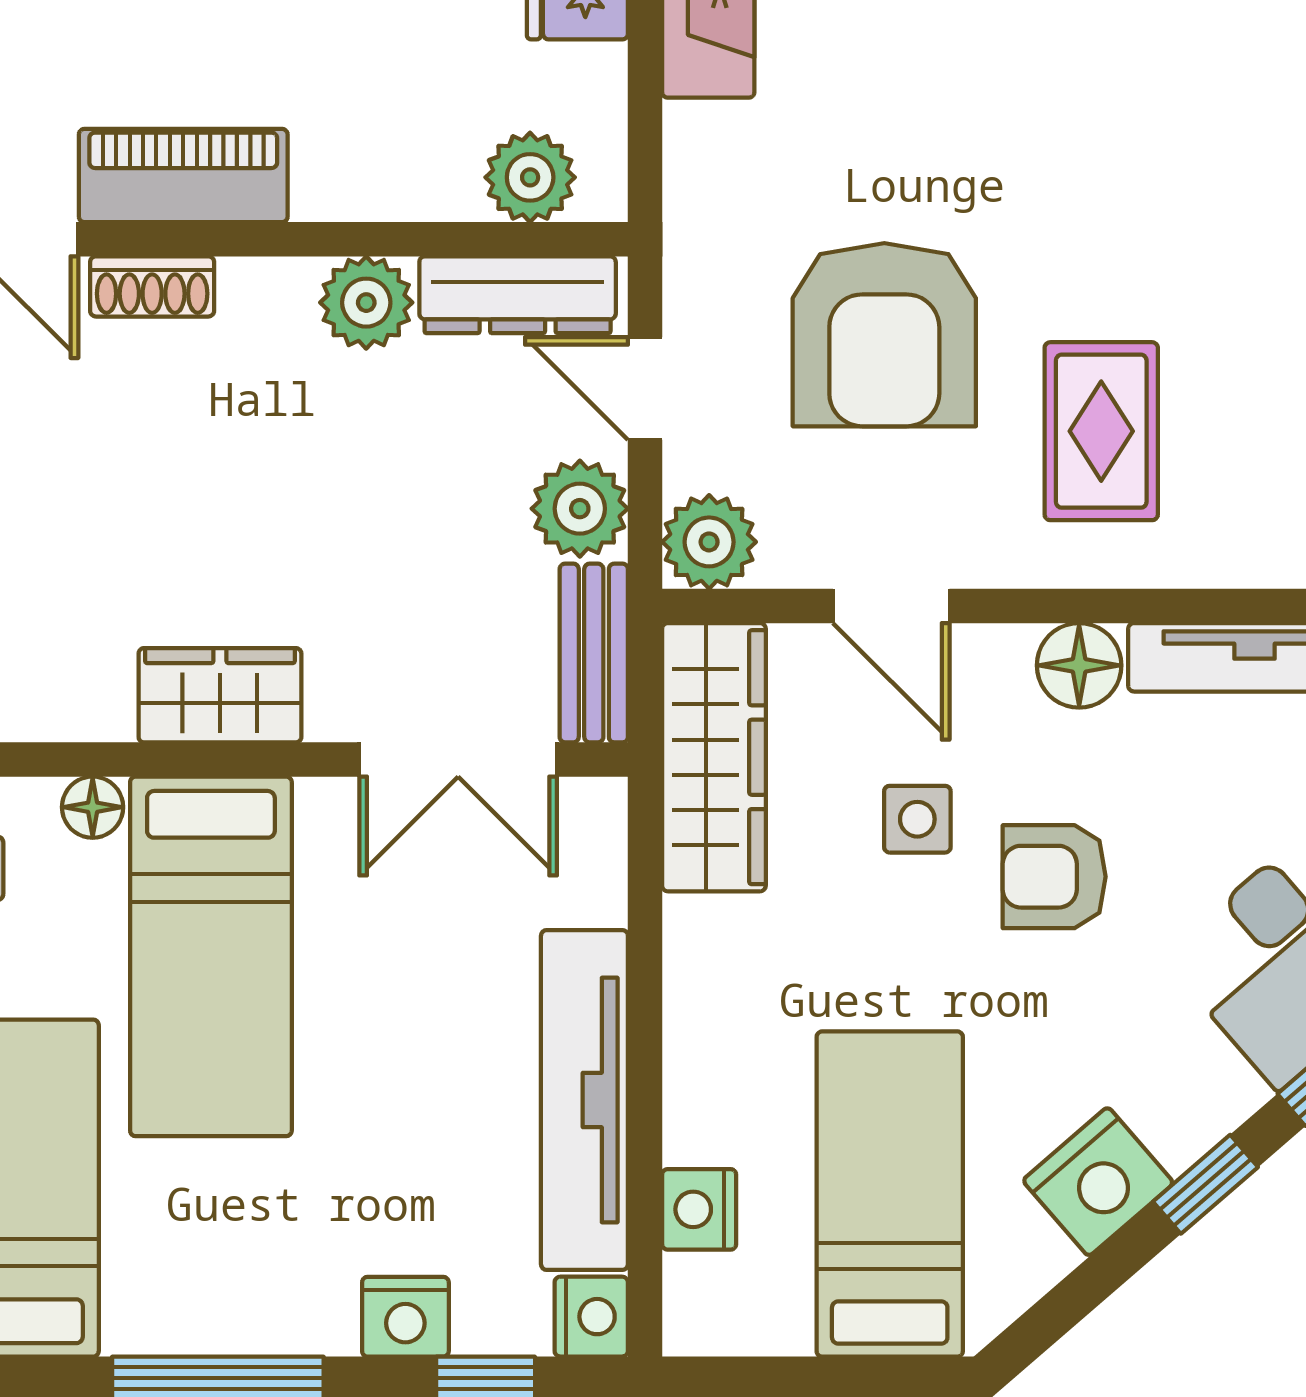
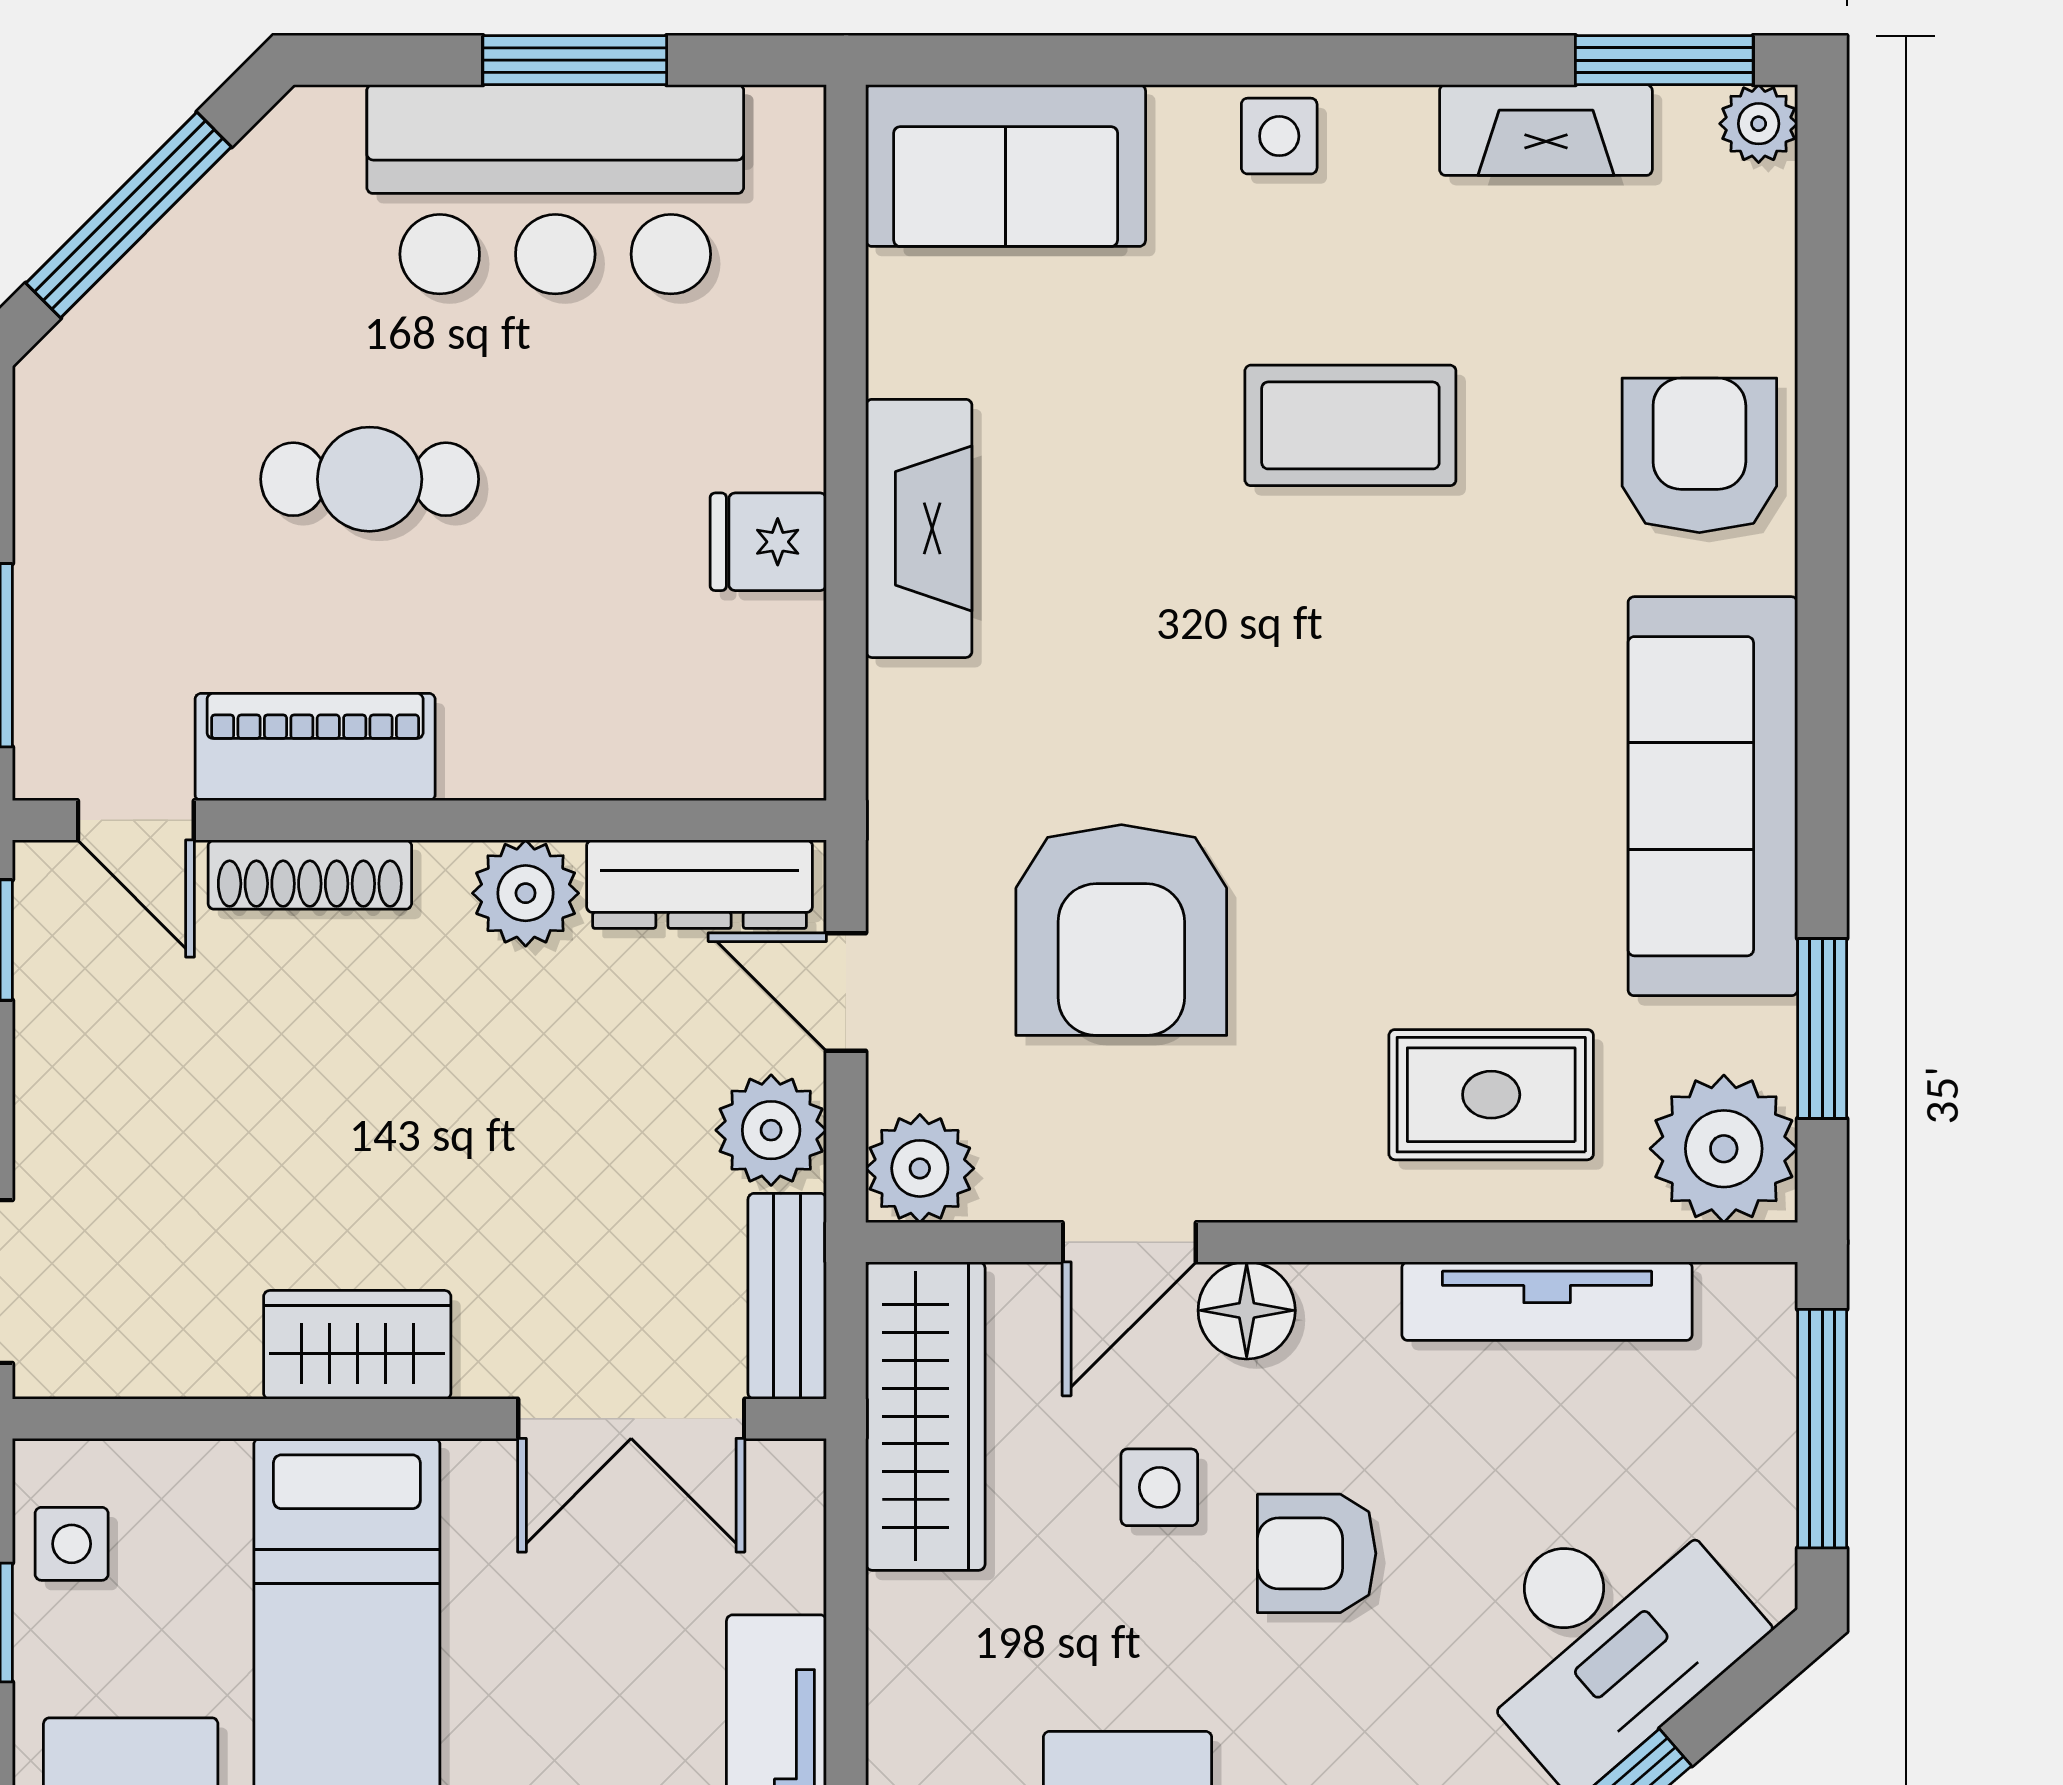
plant: (530, 177) -> (714, 749), removed
shoe rack: (152, 286) -> (310, 875), width x1.43
rug: (1101, 431) -> (1491, 1095), moved, turned 90
door: (891, 606) -> (1129, 1242), hinge flipped
floor lamp: (1079, 665) -> (1247, 1310), moved
floor lamp: (93, 807) -> (211, 1474), removed

